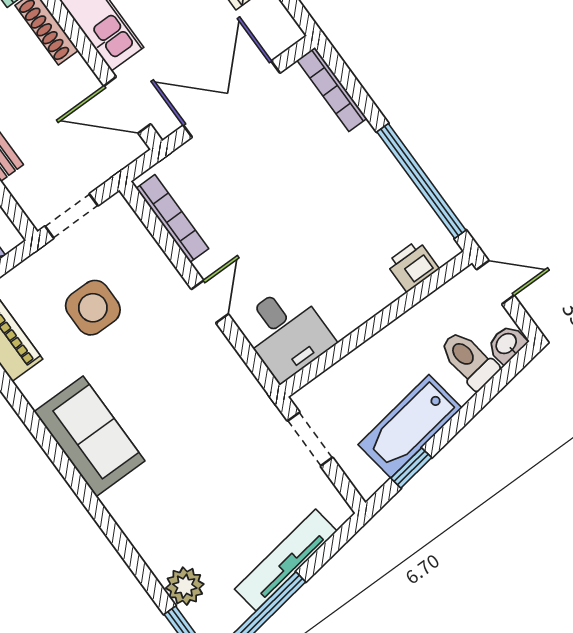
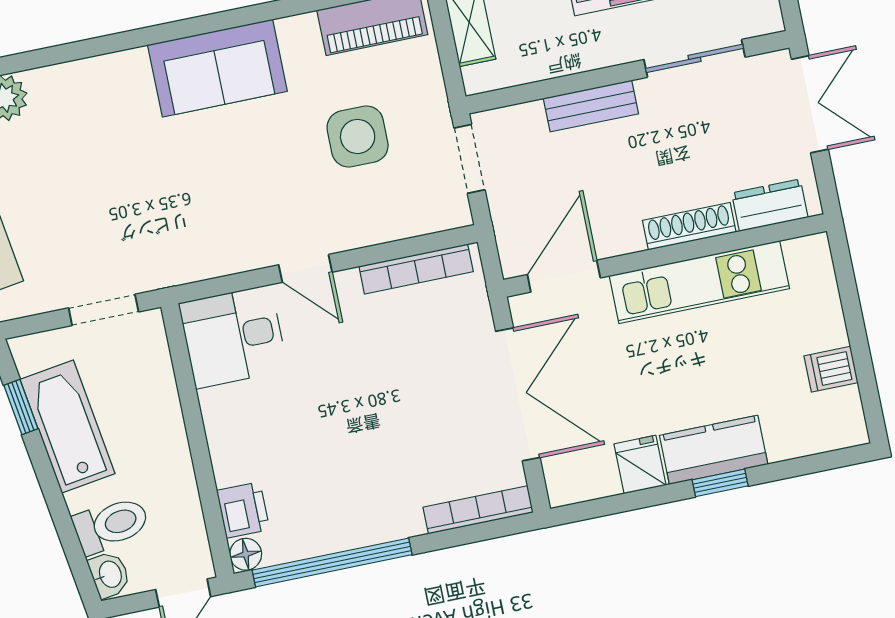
floor lamp: (445, 249) -> (246, 554), added

